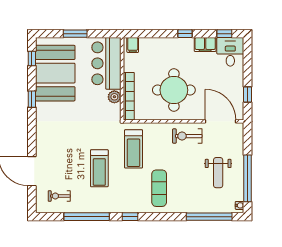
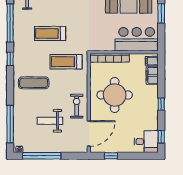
filing cabinet: (205, 44) -> (152, 75), moved
plant: (114, 97) -> (109, 46), removed
weight bench: (218, 173) -> (50, 121), moved

